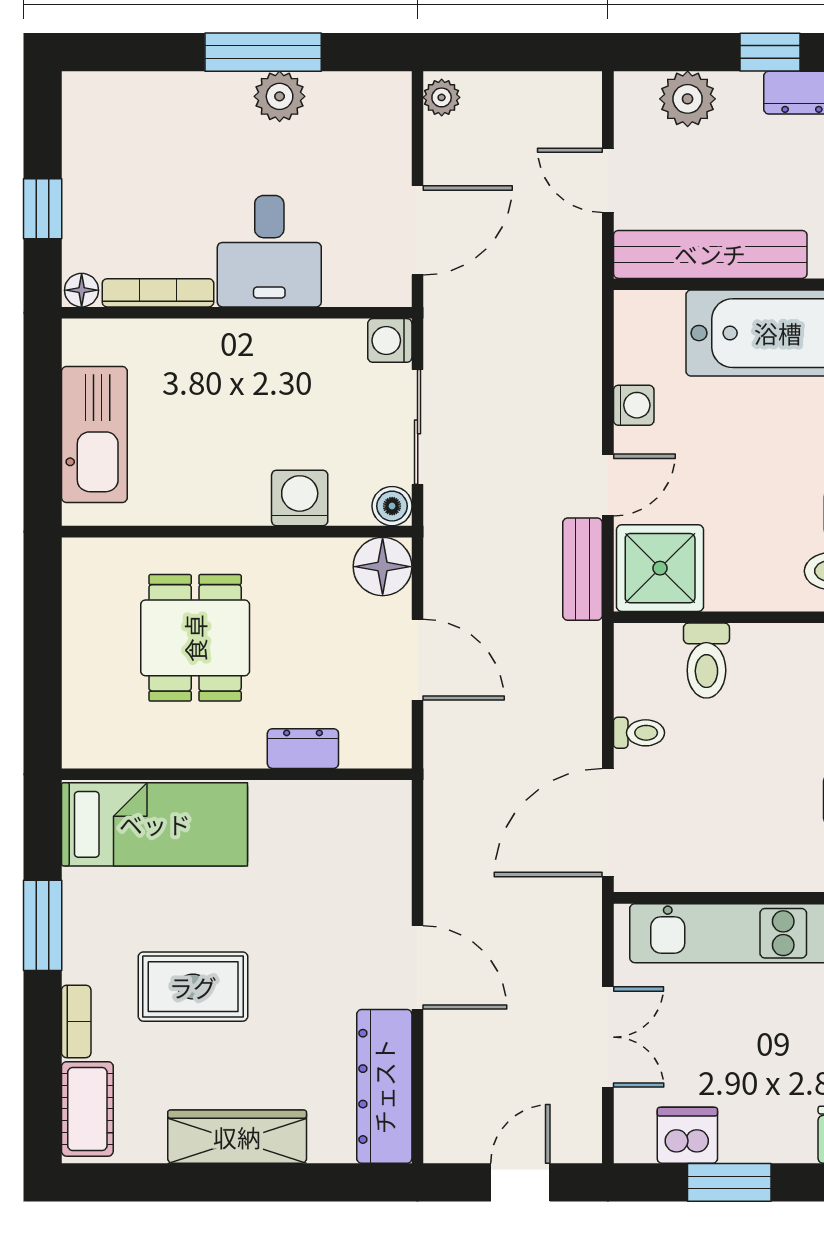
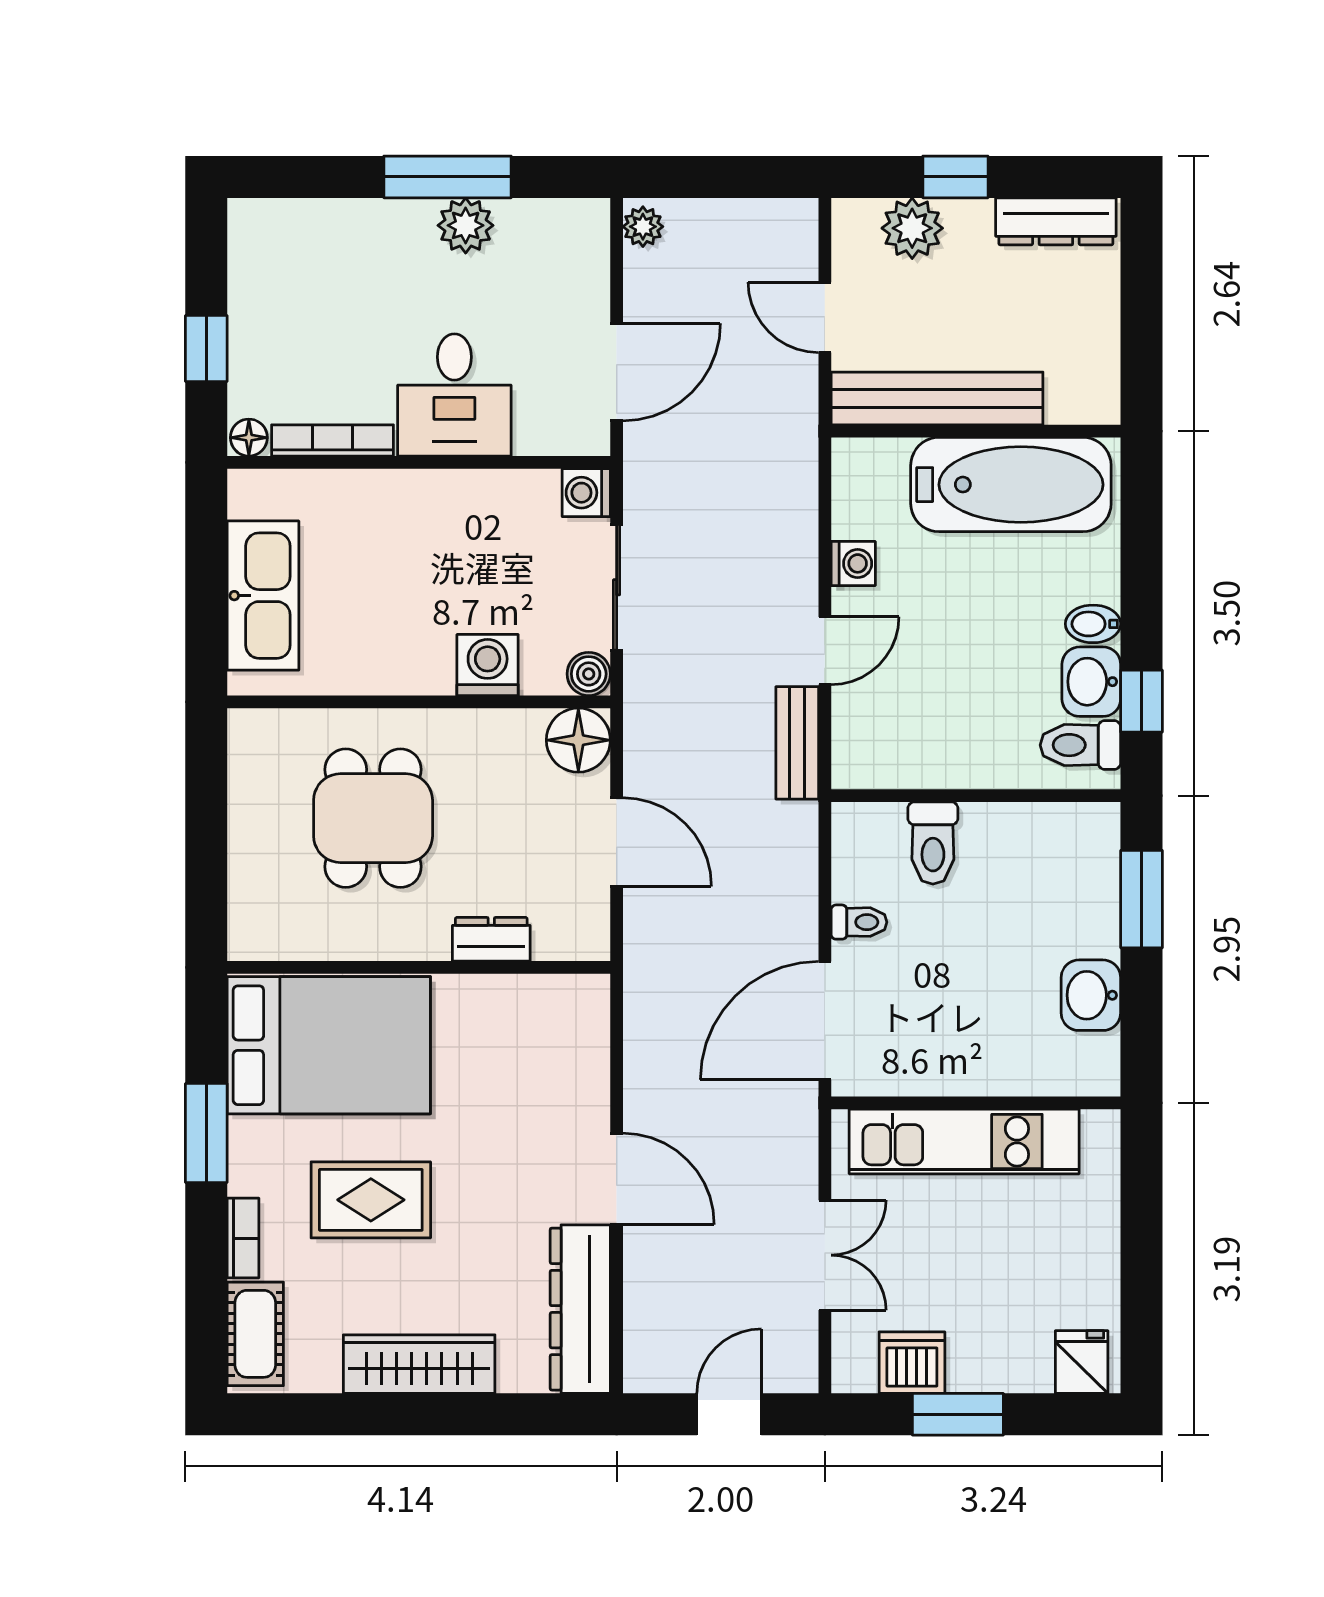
window: (770, 52) -> (955, 177), moved
shower: (660, 568) -> (882, 742), removed
bed: (155, 824) -> (329, 1045), width x1.50

